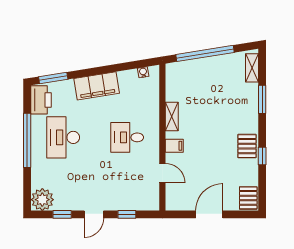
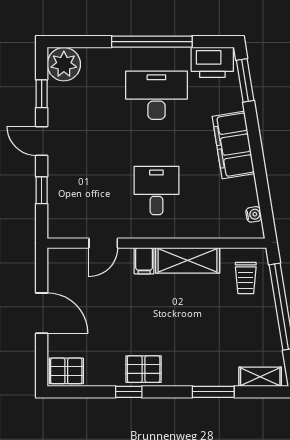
trolley: (186, 77) -> (246, 278), added
shelving: (172, 117) -> (188, 260), width x1.50, depth x1.33

